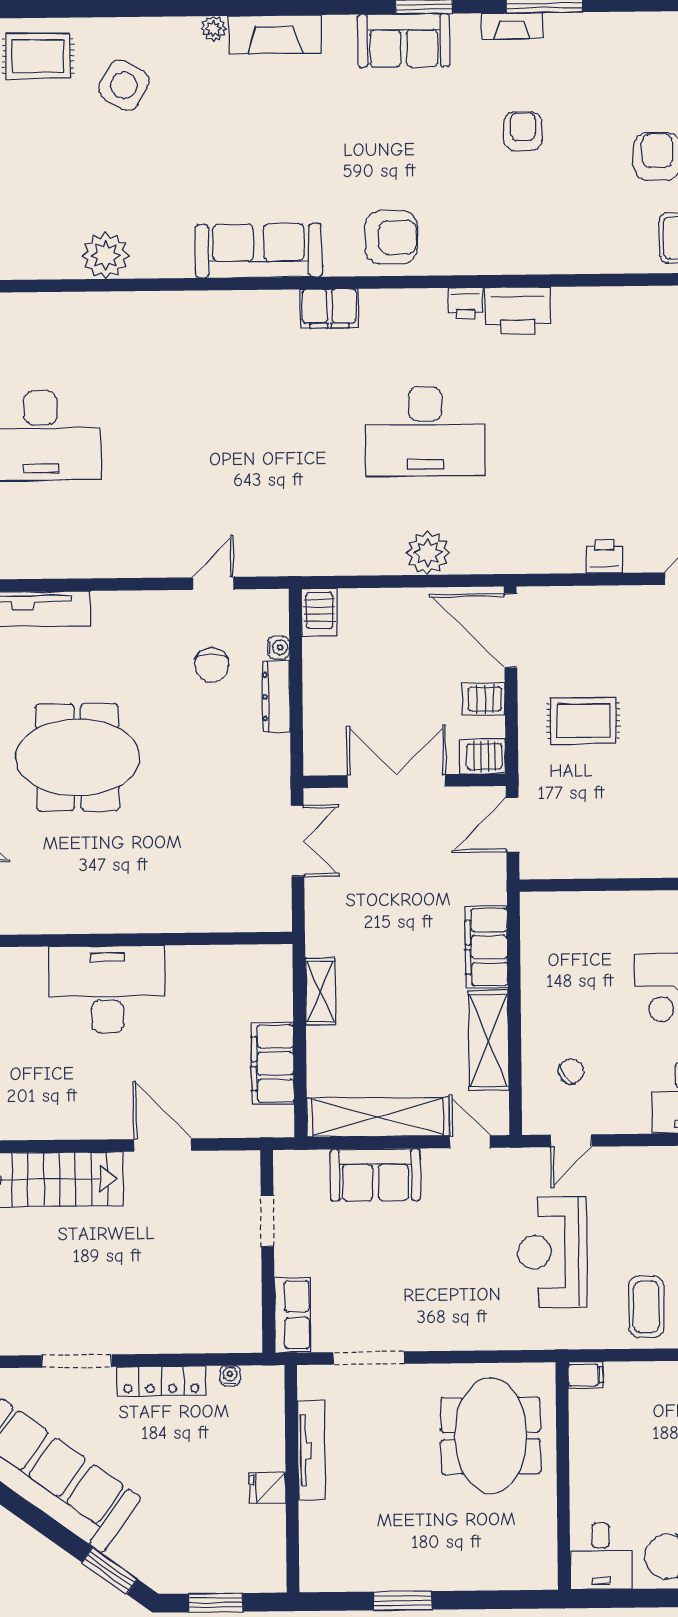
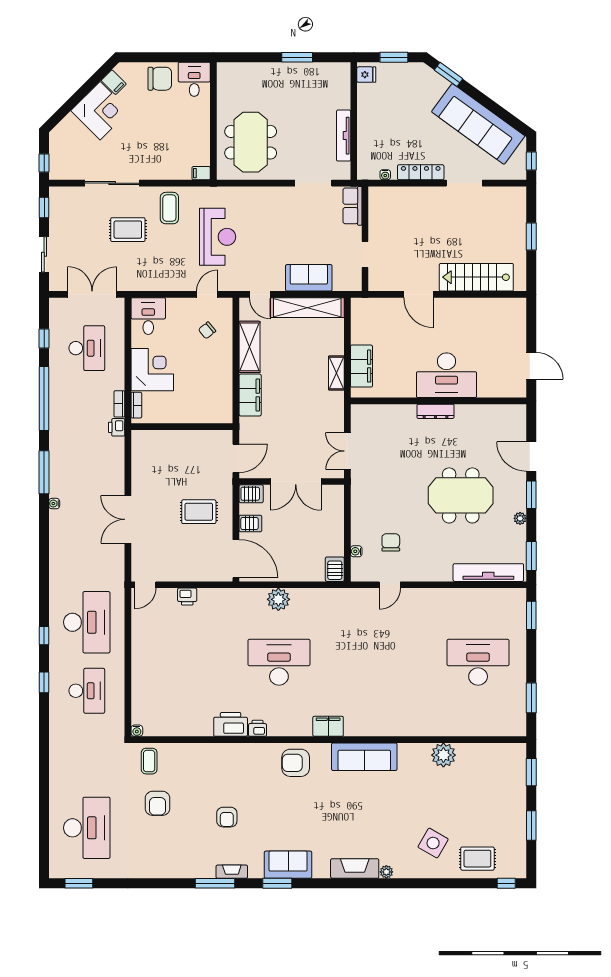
dresser: (276, 697) -> (435, 411), moved, turned 90
filing cabinet: (273, 1064) -> (361, 366), moved
fridge: (268, 1488) -> (366, 75), moved

